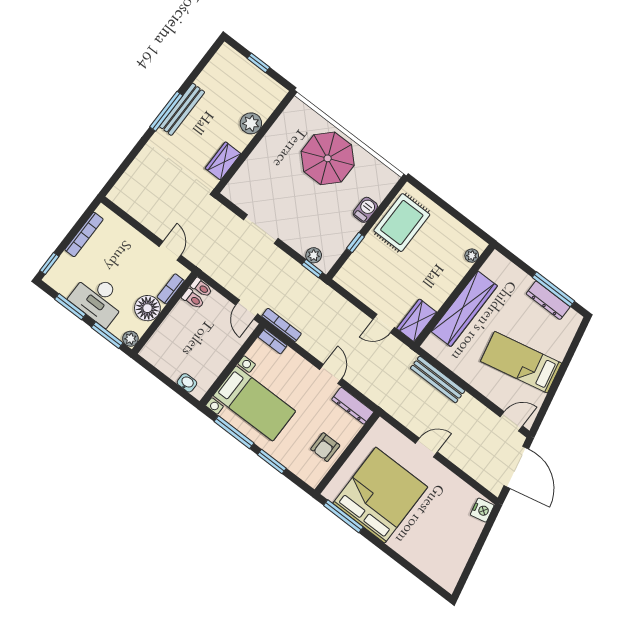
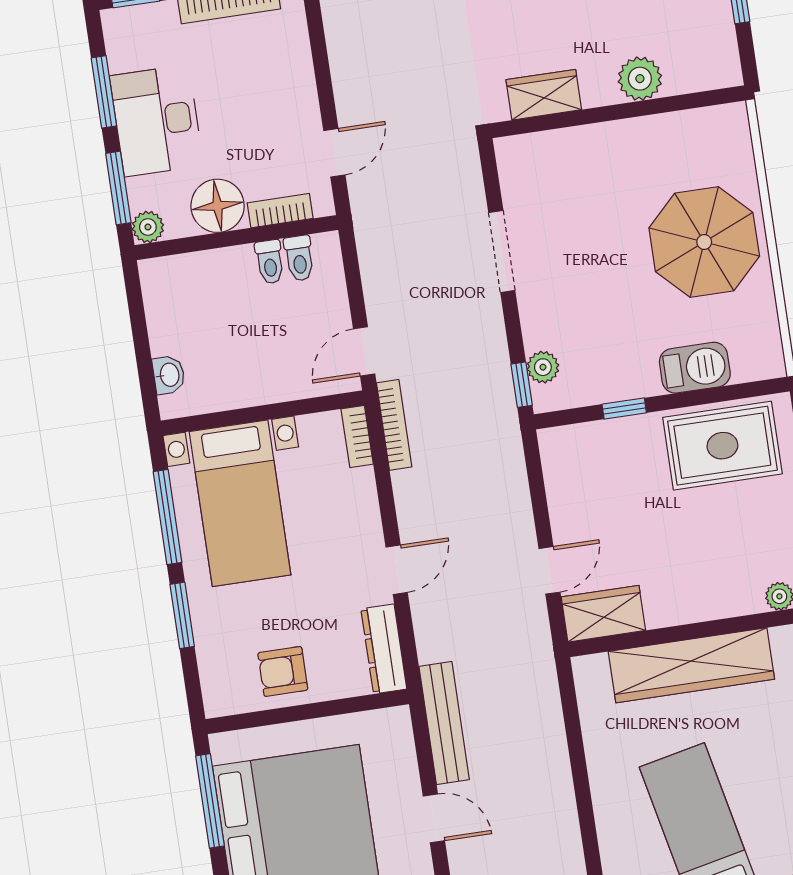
barbecue: (365, 210) -> (695, 368), width x1.38, depth x1.27
toilet: (201, 287) -> (270, 262), moved
door: (384, 323) -> (549, 570), swing flipped
bench: (438, 379) -> (444, 723), moved

